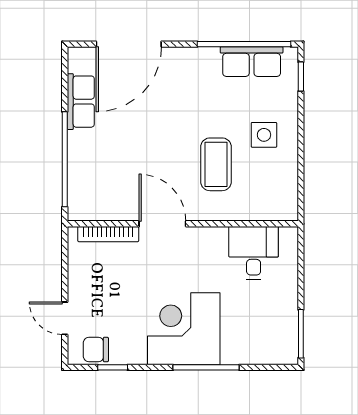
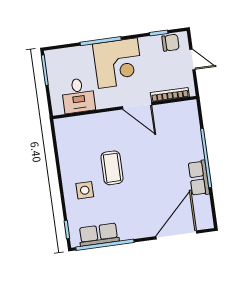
row of seats: (81, 102) -> (199, 178), moved
door: (162, 224) -> (137, 106), moved
wall: (183, 224) -> (125, 107), moved
bookcase: (108, 234) -> (170, 95), moved
desk: (254, 253) -> (78, 95), moved

